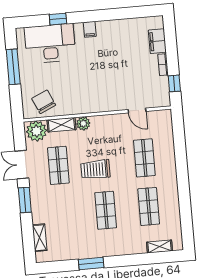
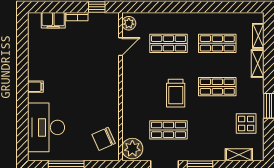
window: (58, 19) -> (22, 117), removed
plant: (83, 123) -> (129, 23), moved
shelving: (61, 125) -> (258, 63), moved
display table: (71, 242) -> (246, 124), added

